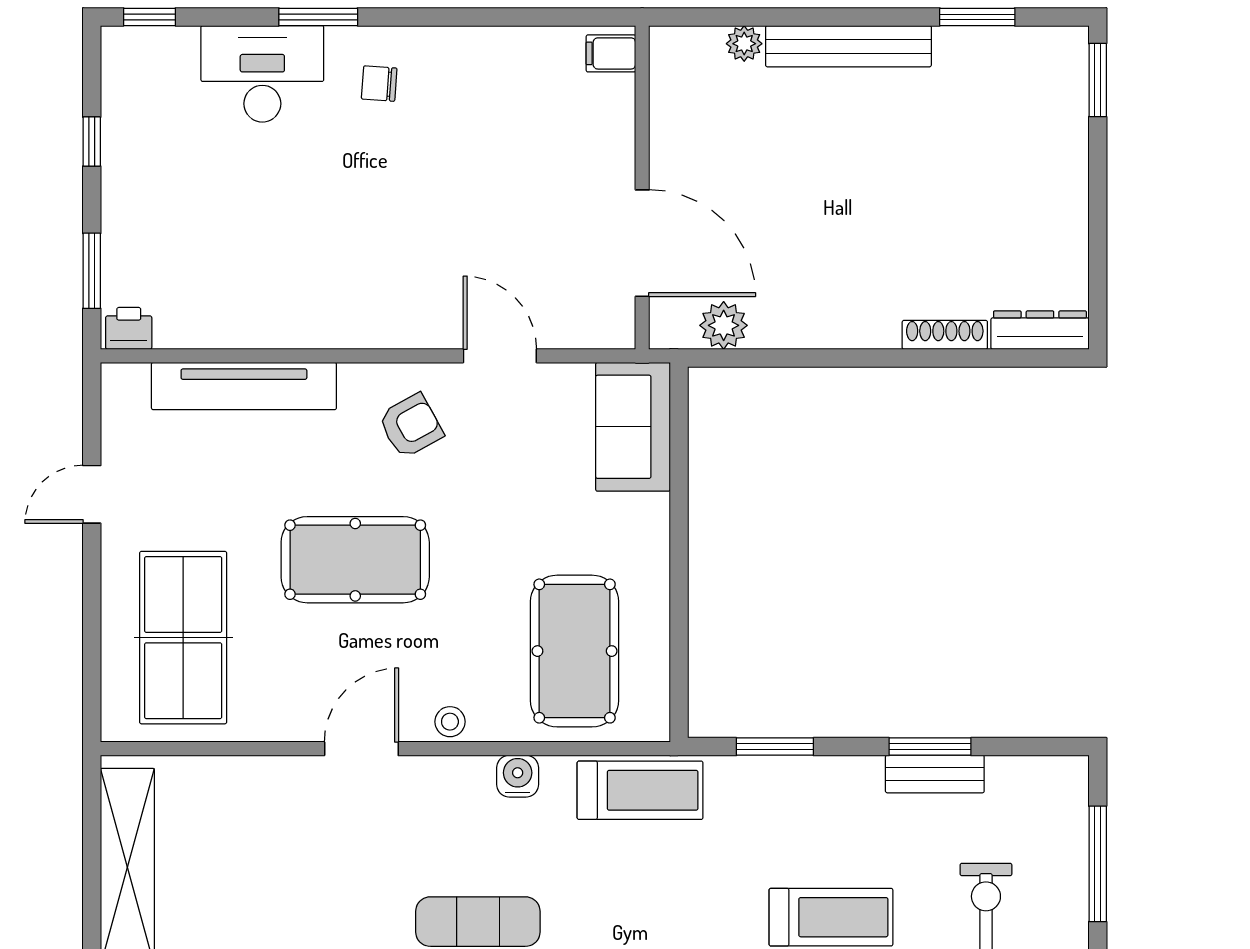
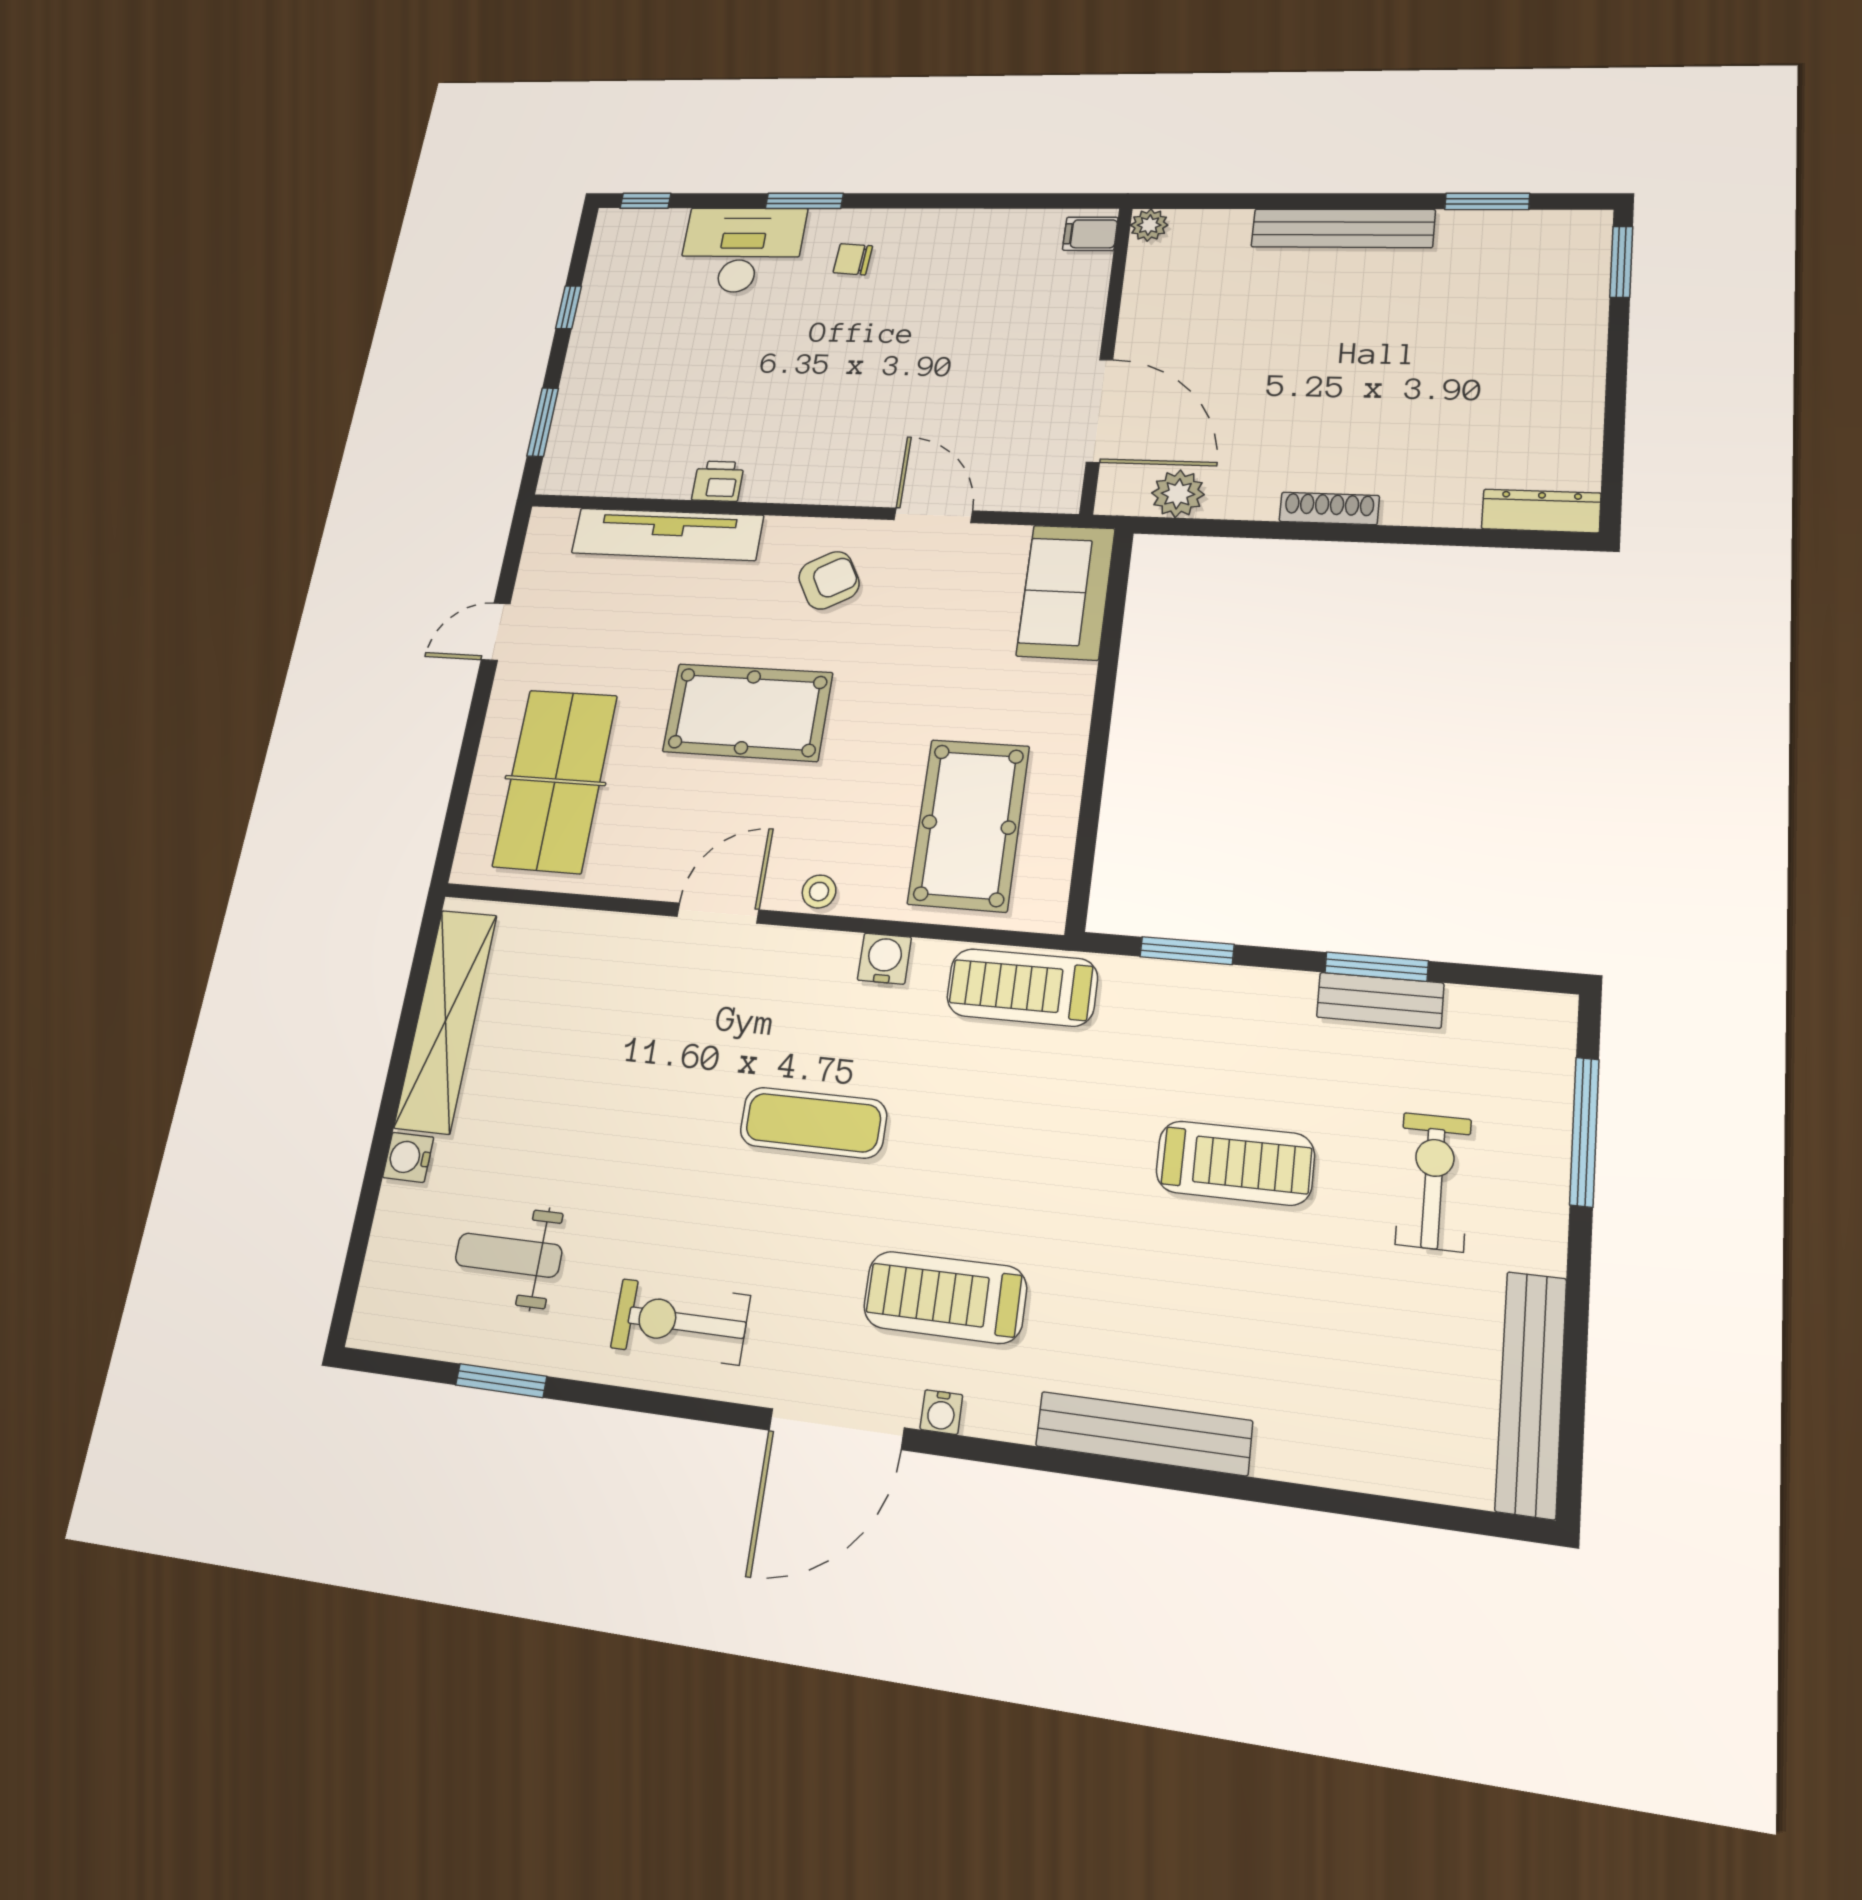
plant: (744, 44) -> (1149, 225), moved
printer: (129, 328) -> (718, 481), moved
shoe rack: (945, 335) -> (1329, 508), moved
treadmill: (640, 790) -> (1022, 987), turned 180

